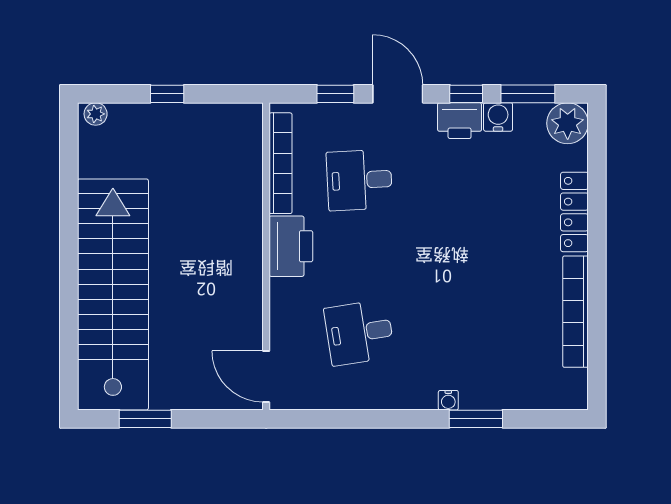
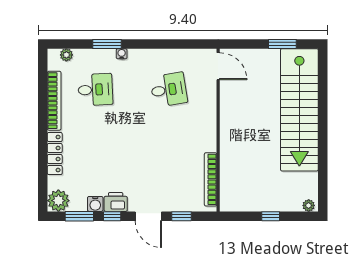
desk: (359, 180) -> (95, 90), moved
printer: (291, 246) -> (205, 135), removed
plant: (552, 398) -> (66, 55), added

